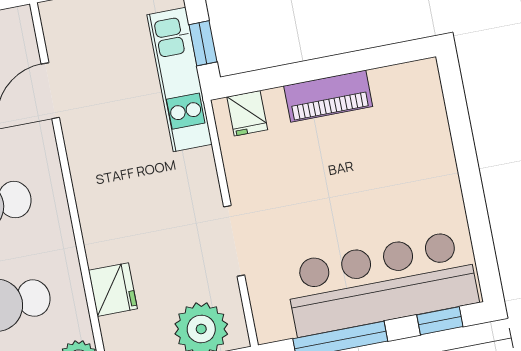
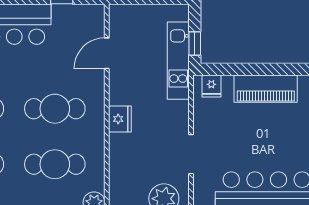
piano: (328, 96) -> (266, 89), width x1.37, depth x1.33
fridge: (113, 290) -> (120, 119), moved

